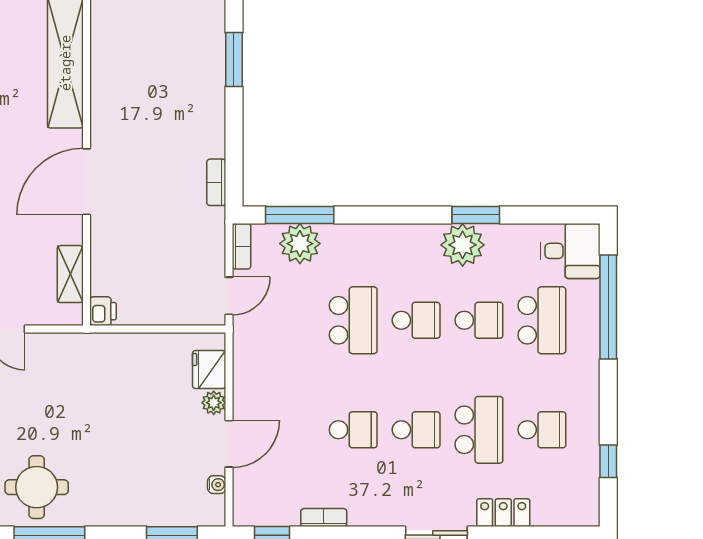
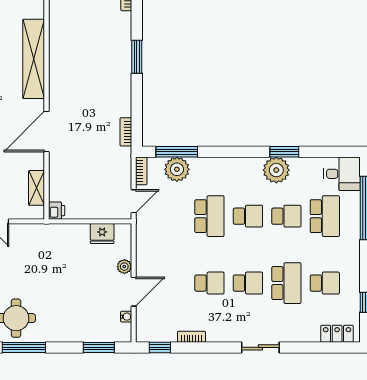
fridge: (209, 369) -> (102, 234), moved, turned -90
locker: (503, 513) -> (337, 334), moved

